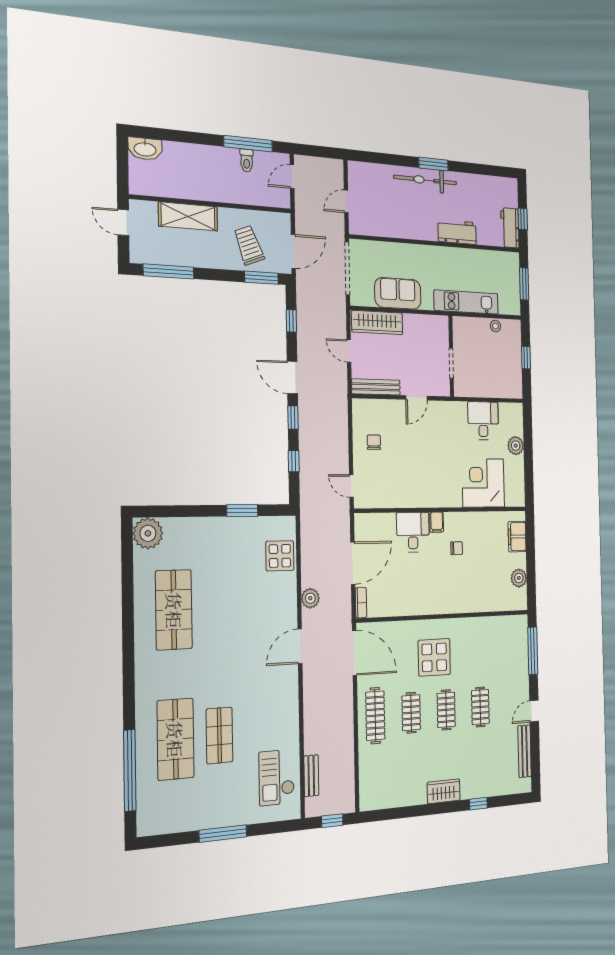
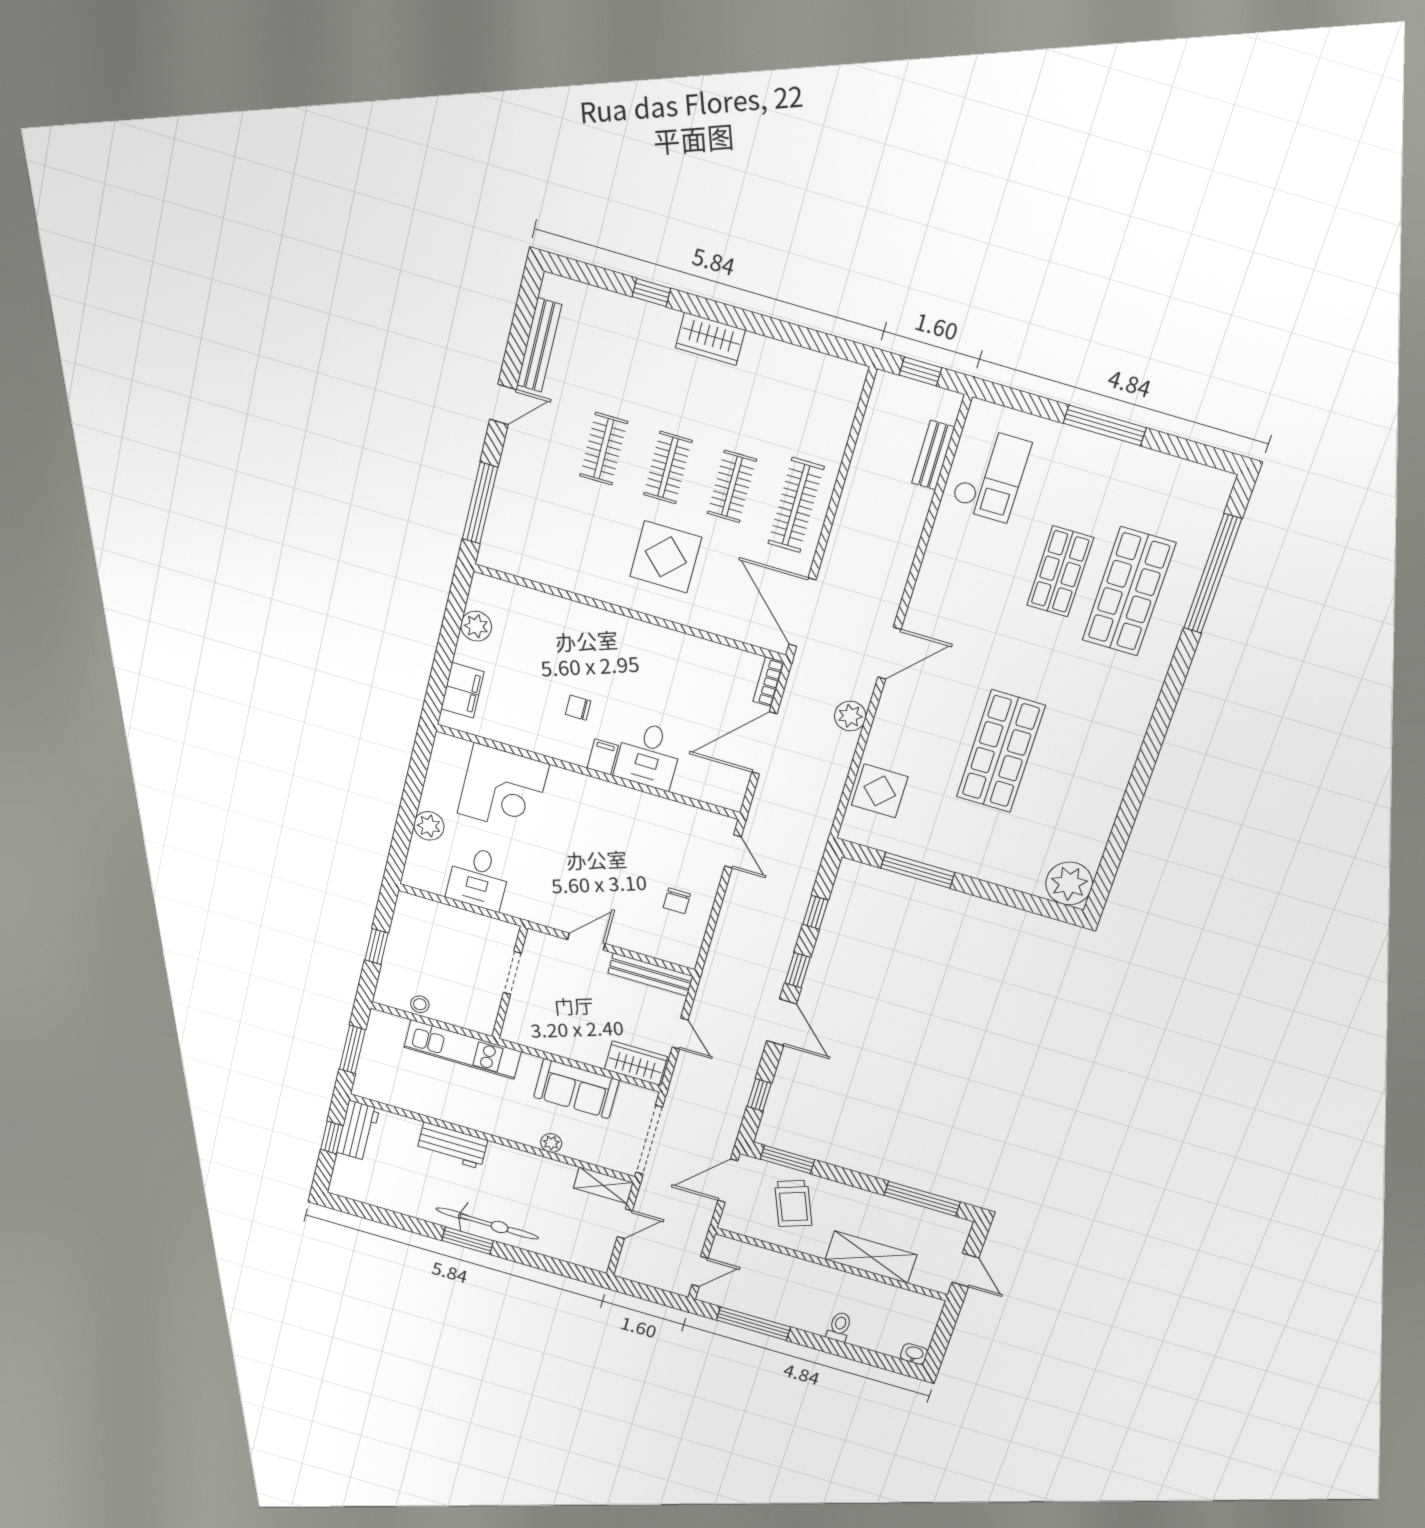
washbasin: (145, 149) -> (914, 1354), width x0.52, depth x0.69
toilet: (247, 161) -> (839, 1327), moved
shelving: (366, 227) -> (603, 1185), added
plant: (403, 250) -> (551, 1143), added
wardrobe: (377, 322) -> (636, 1063), width x0.67
window: (242, 511) -> (918, 870), width x1.44
shop shelf: (174, 610) -> (1001, 751), moved

